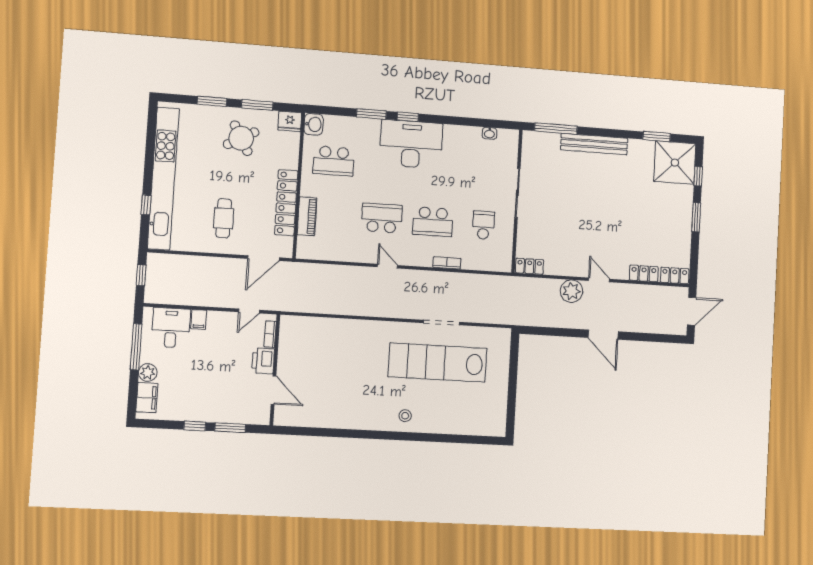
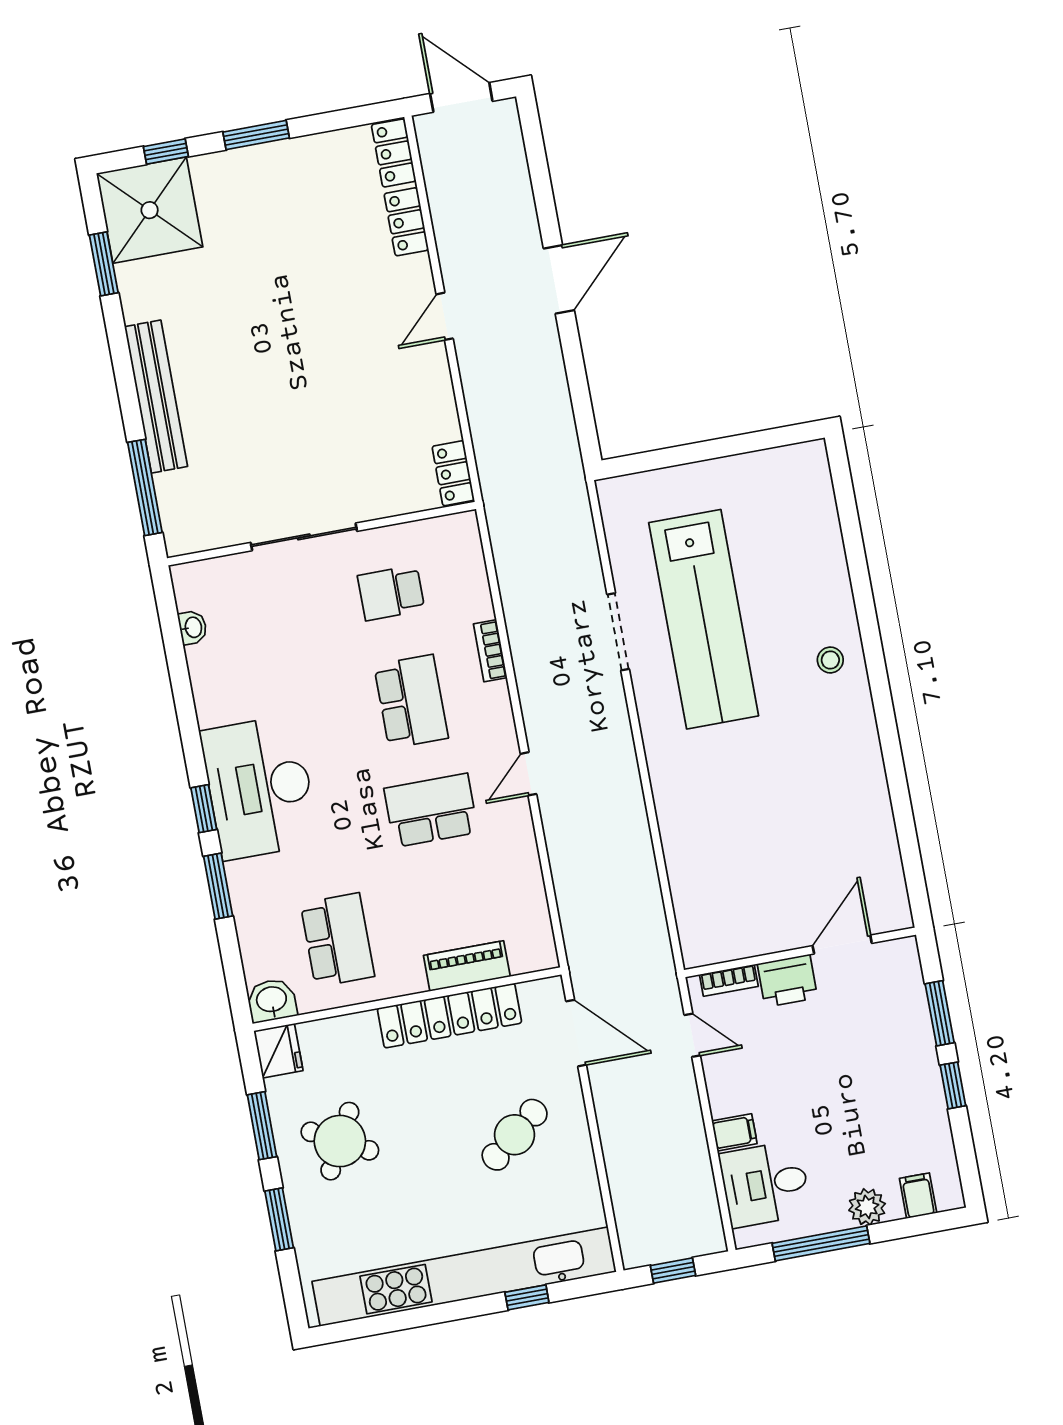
round table: (241, 138) -> (340, 1141), turned -33
cafe table: (224, 218) -> (515, 1135), turned -39
school desk: (382, 218) -> (431, 810), turned 90
plant: (571, 291) -> (483, 370), removed
filing cabinet: (147, 398) -> (918, 1196), width x0.50

